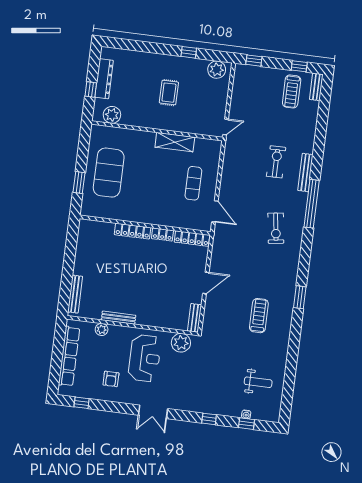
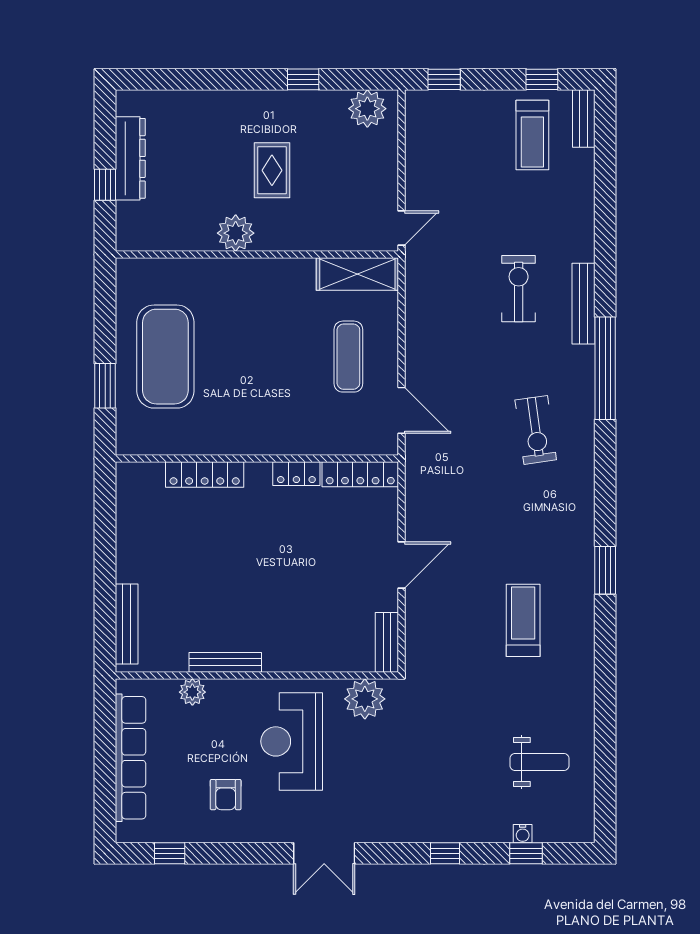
plant: (112, 115) -> (236, 233), moved
shelving: (175, 142) -> (357, 274), moved
locker: (133, 231) -> (205, 475), moved
reception desk: (145, 358) -> (292, 741), turned 180

